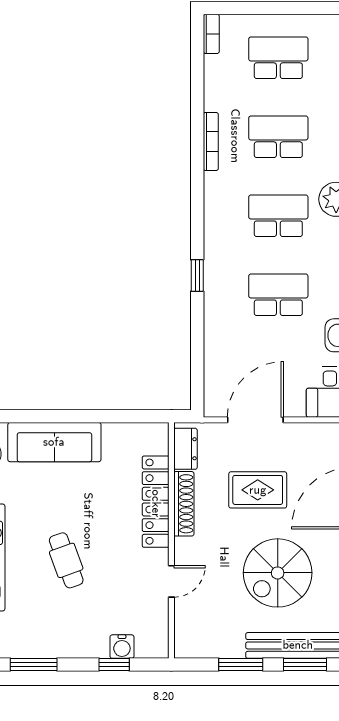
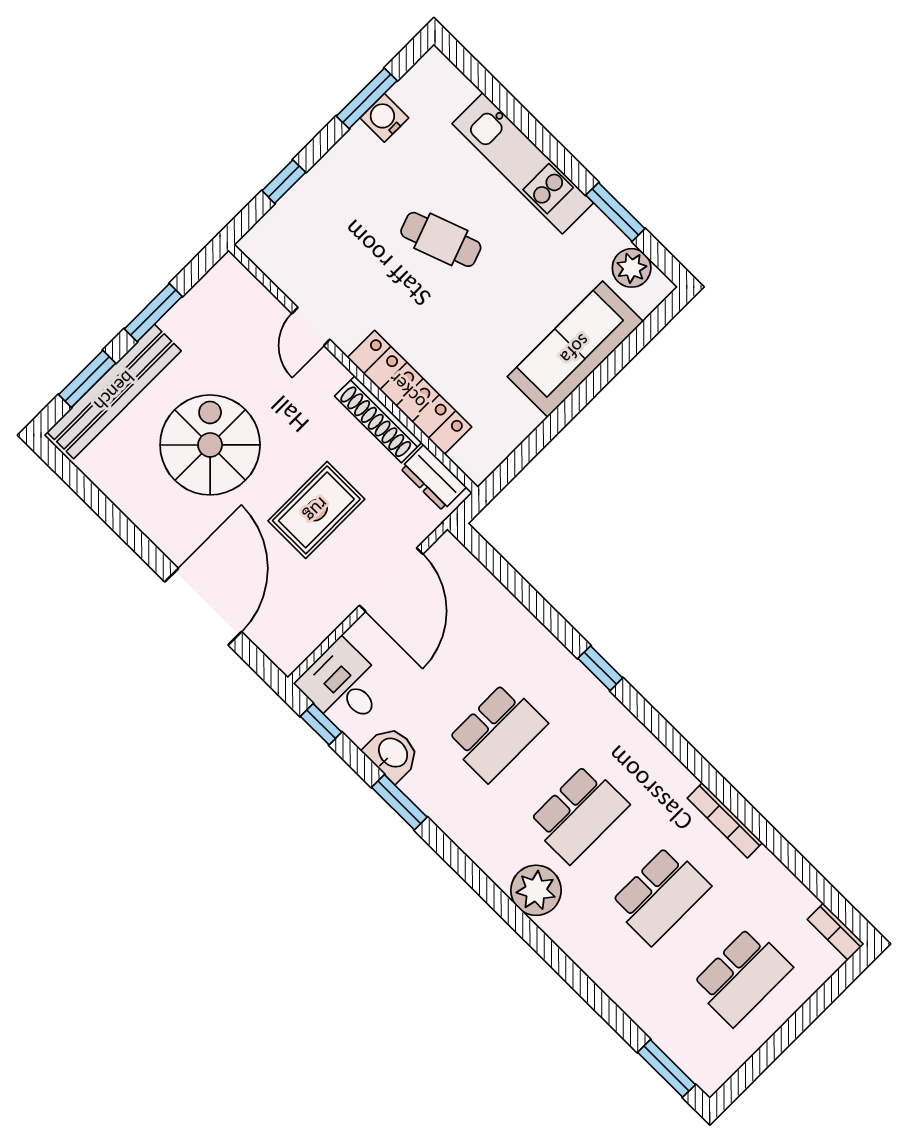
water cooler: (122, 647) -> (384, 118), moved

